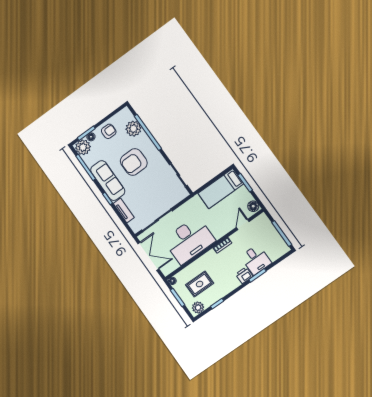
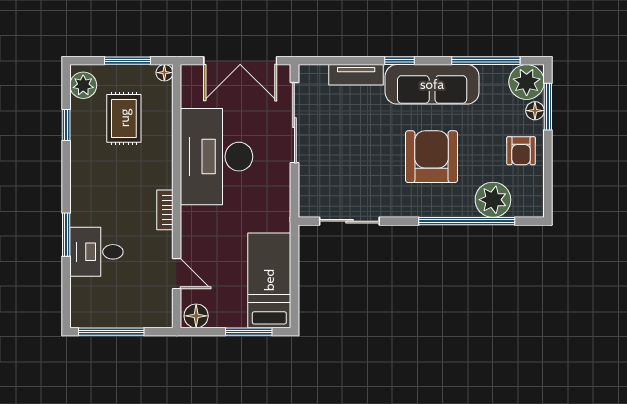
printer: (244, 275) -> (83, 211), removed

